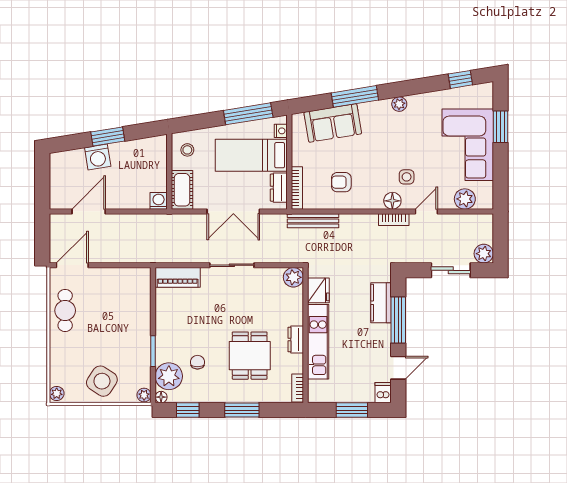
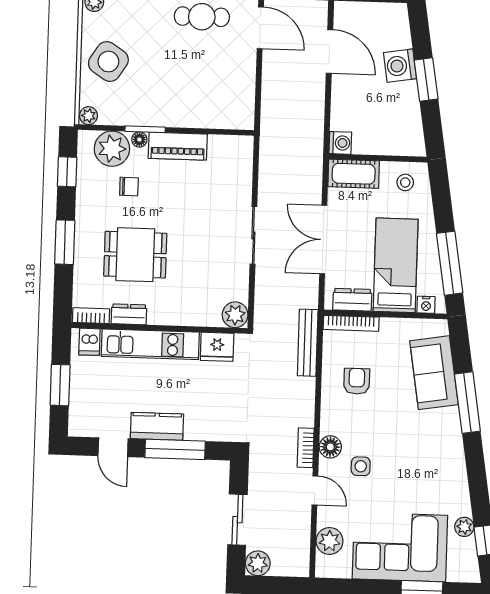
plant: (399, 104) -> (464, 527), moved
piano: (178, 277) -> (178, 146), moved, turned -90
kitchen counter: (381, 303) -> (157, 426), moved
dresser: (296, 340) -> (129, 314), moved
dishwasher: (383, 393) -> (89, 342), moved, turned 90
floor lamp: (161, 397) -> (139, 140), moved

